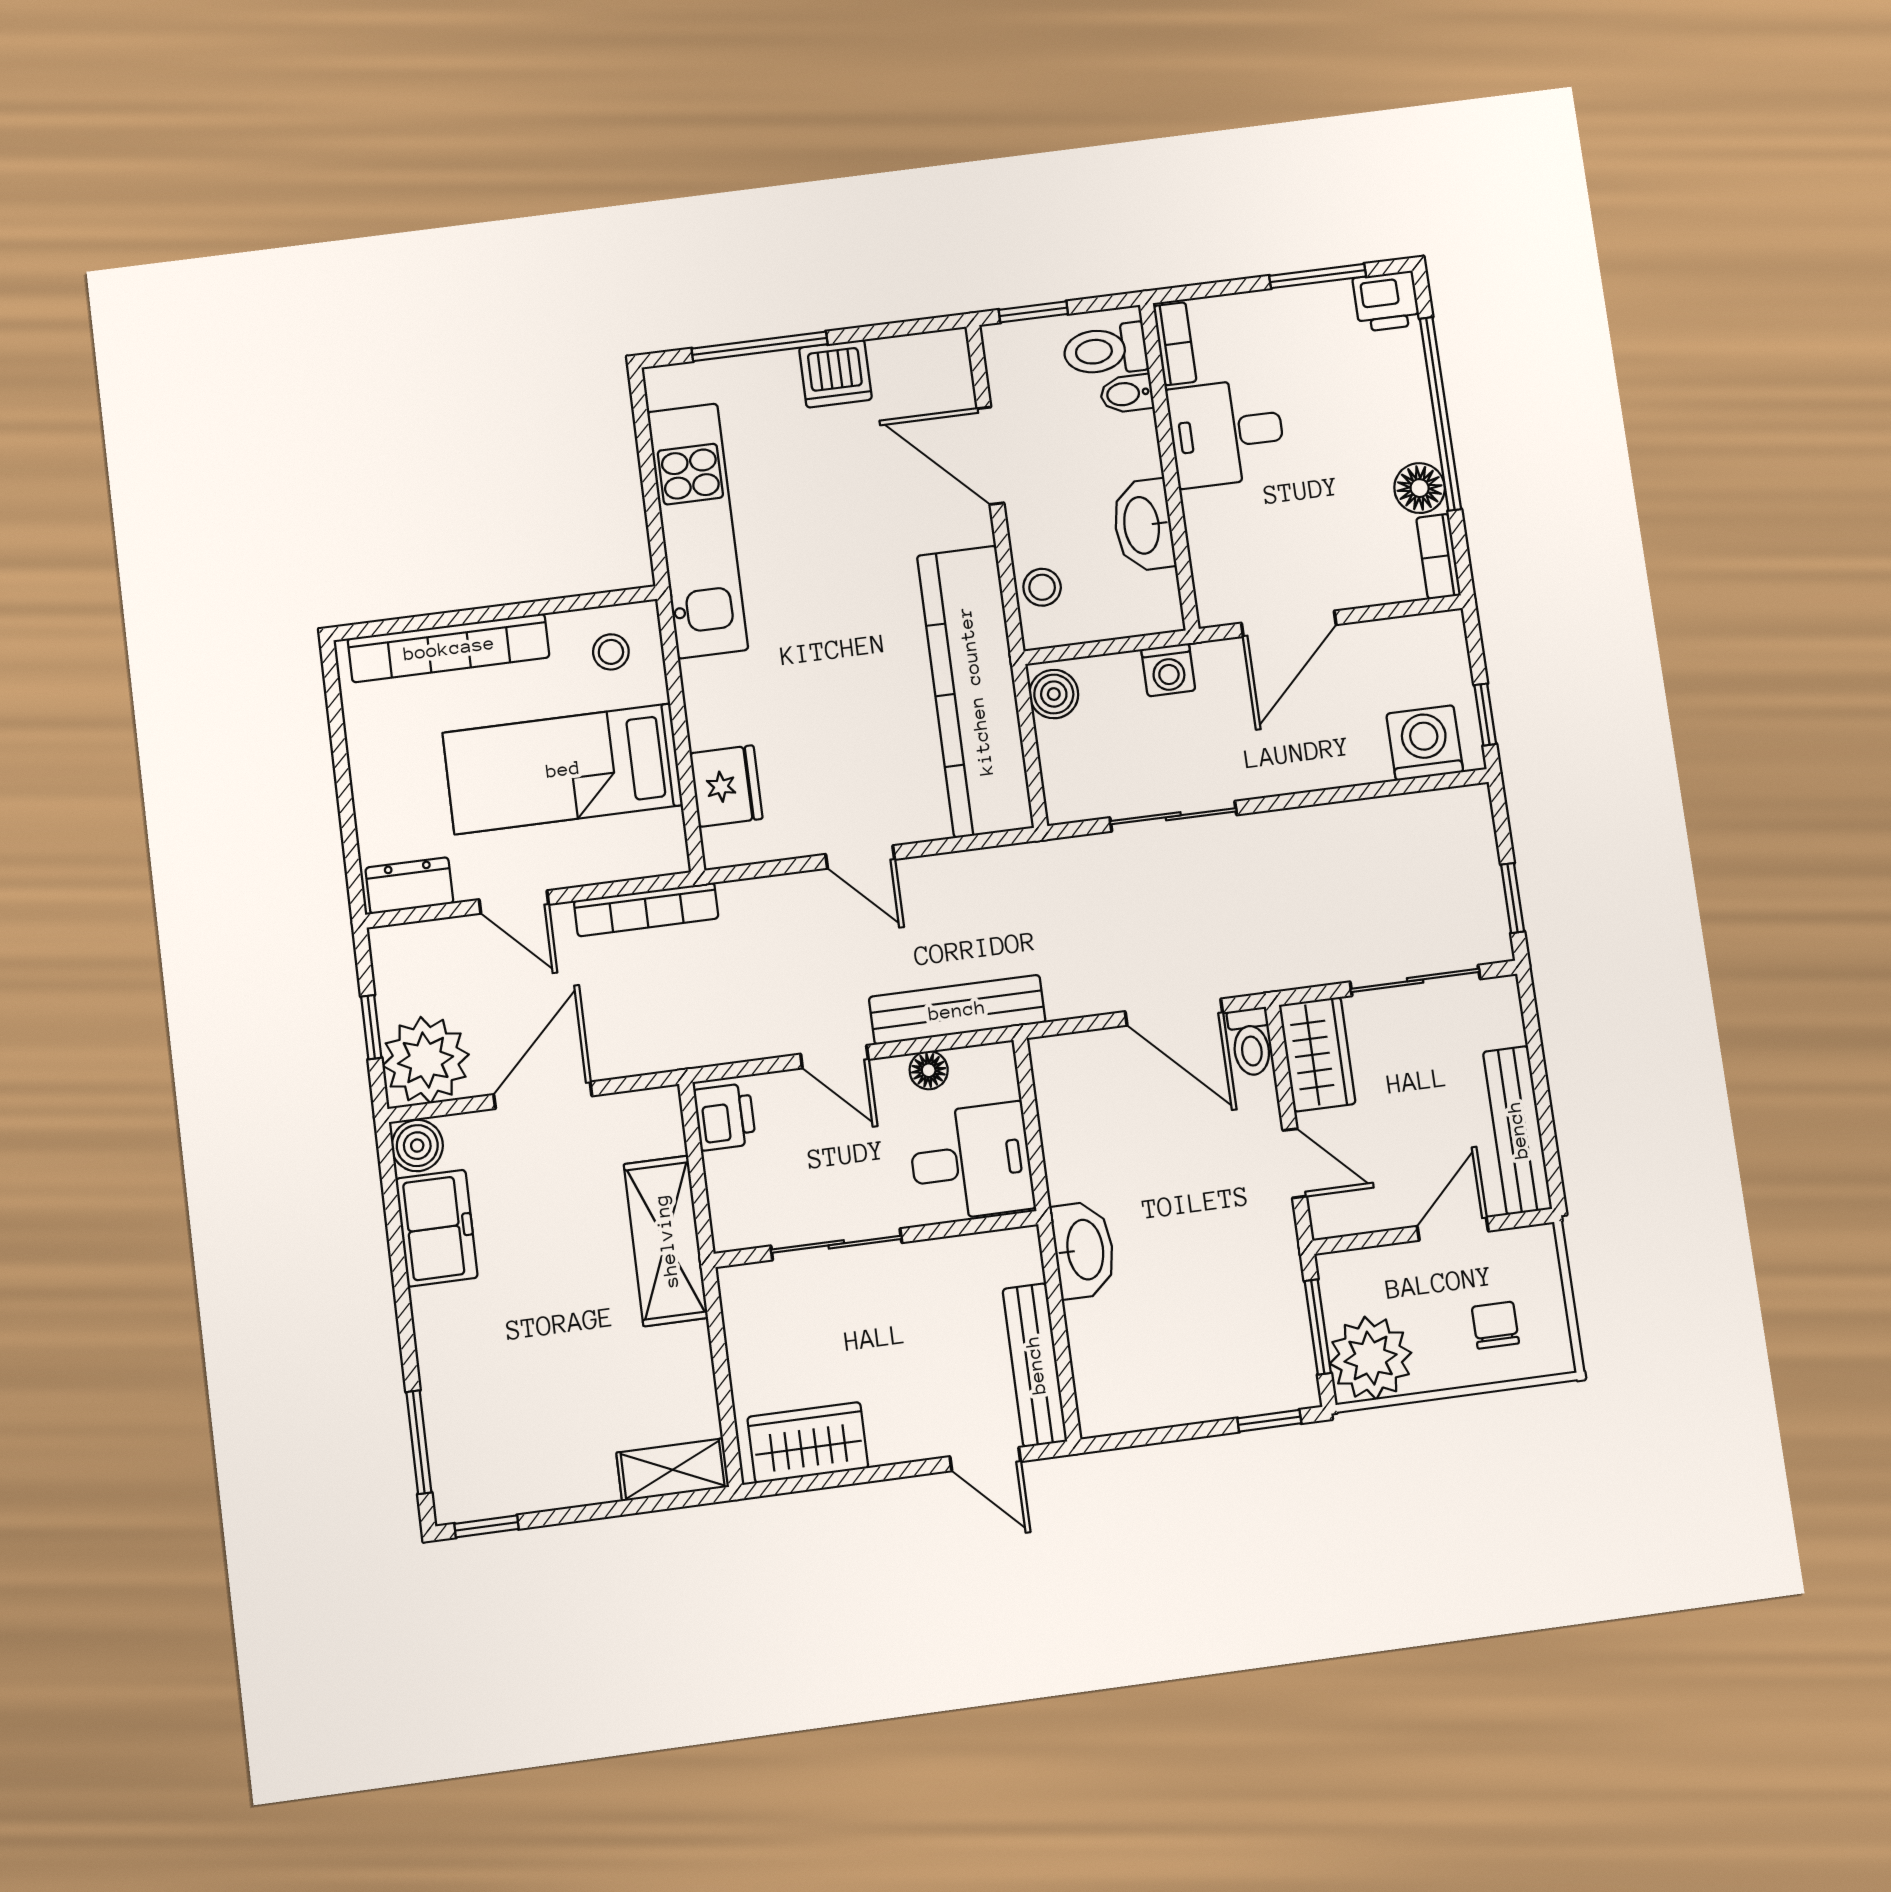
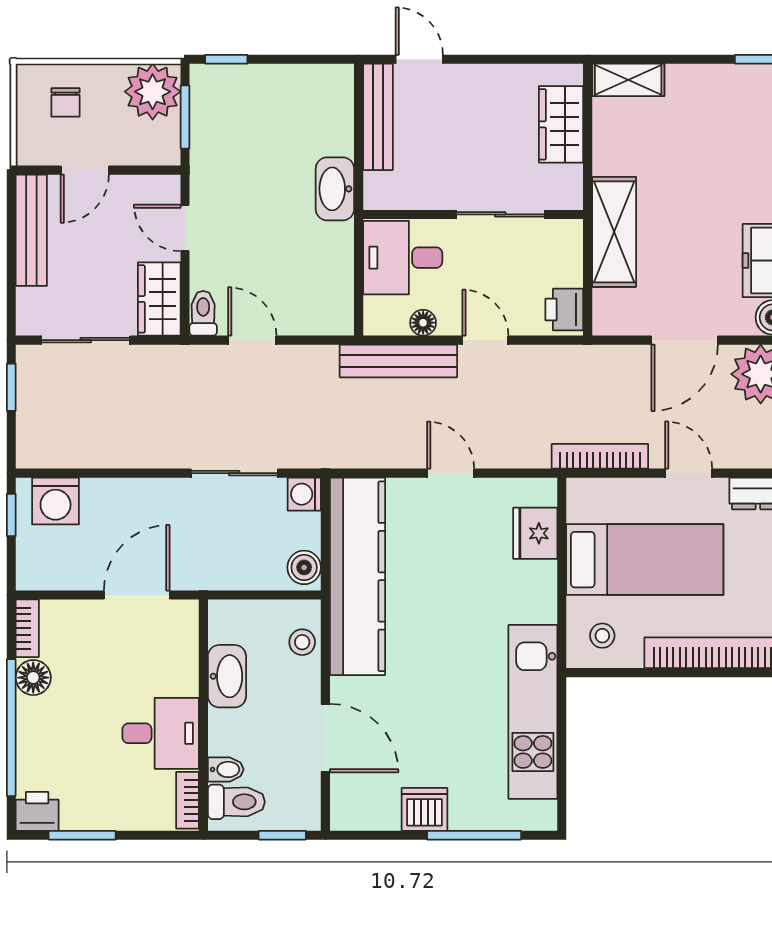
washing machine: (1168, 670) -> (304, 494), moved, turned -90
door: (1174, 1012) -> (252, 340), width x0.73
wardrobe: (808, 1443) -> (561, 124), moved, turned 90

